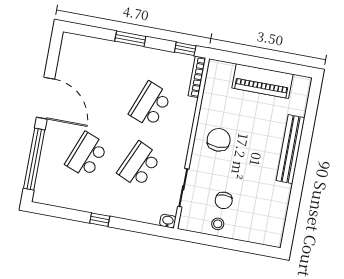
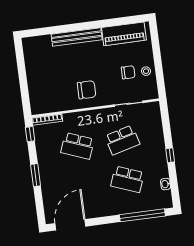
piano: (262, 81) -> (124, 34), moved, turned 90
door: (45, 98) -> (70, 225), moved
chair: (219, 140) -> (87, 90), turned 180
school desk: (139, 165) -> (122, 140), turned -39
washbasin: (168, 221) -> (166, 184), moved

